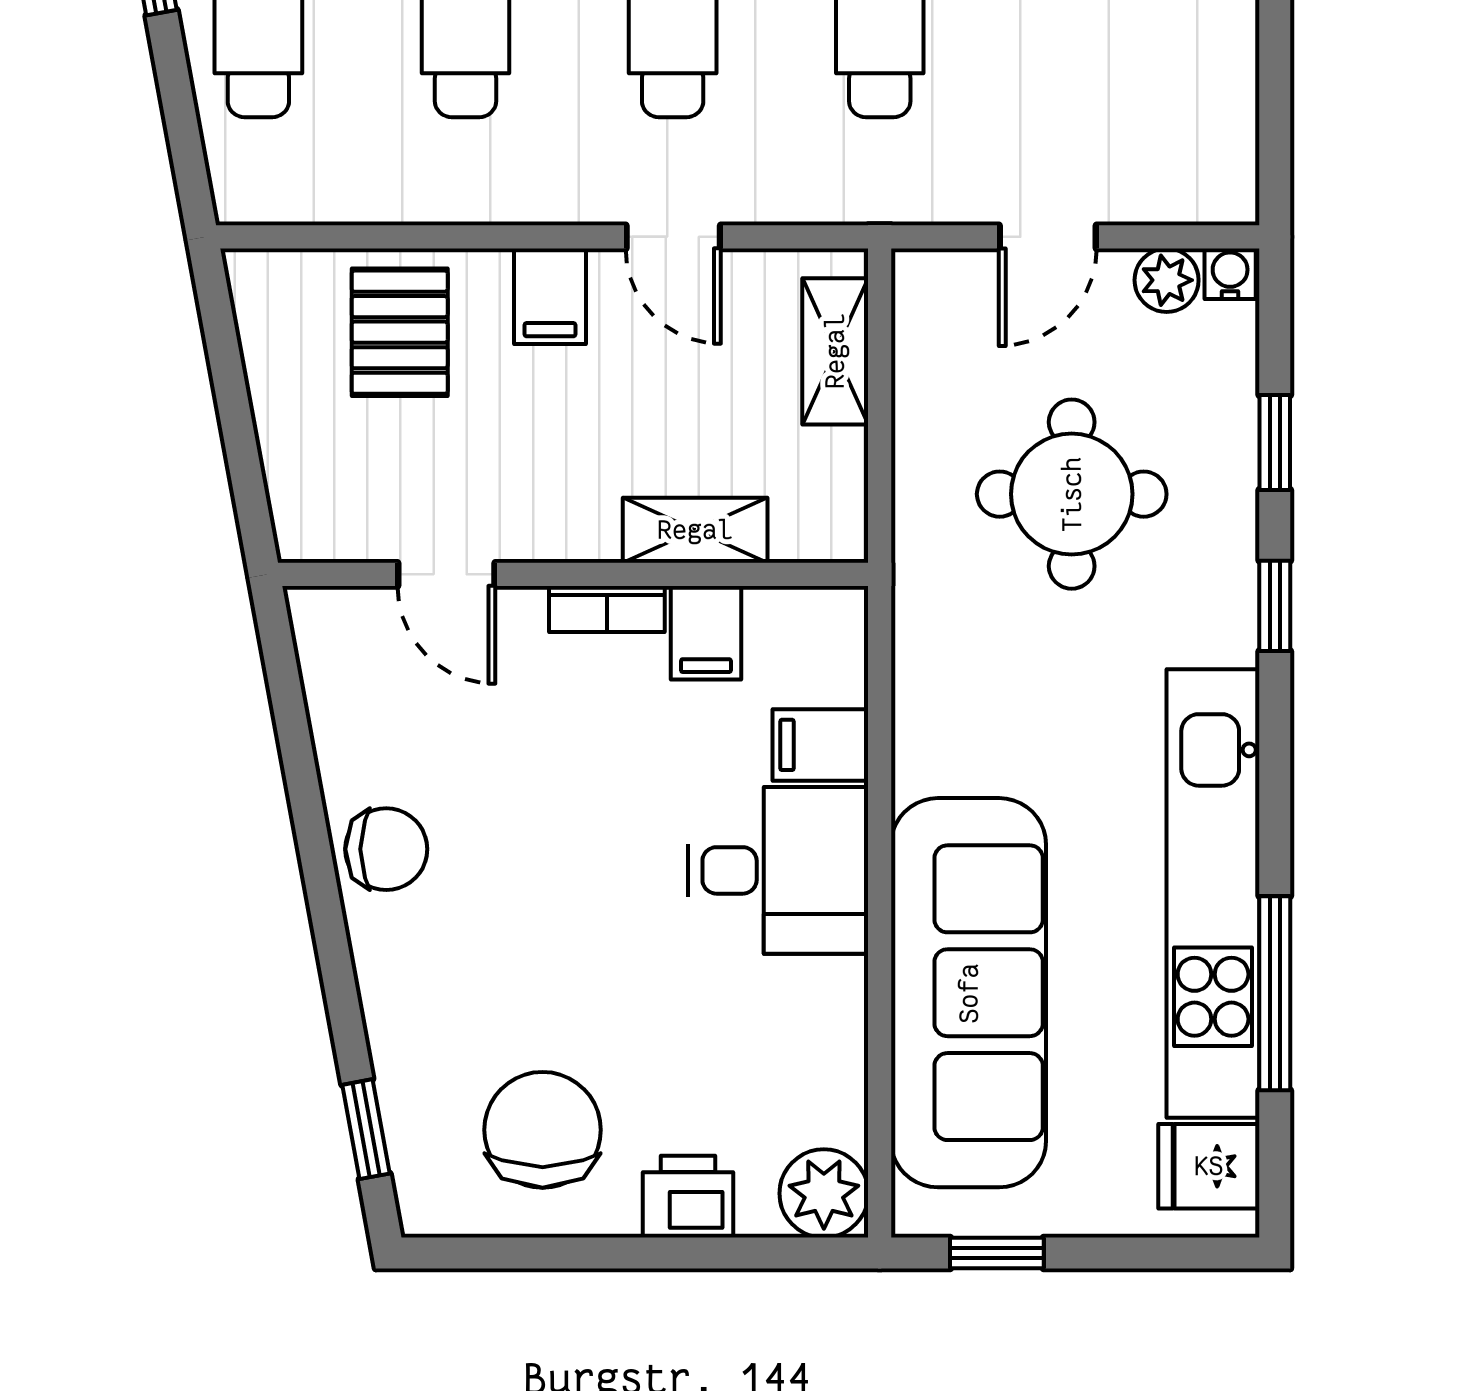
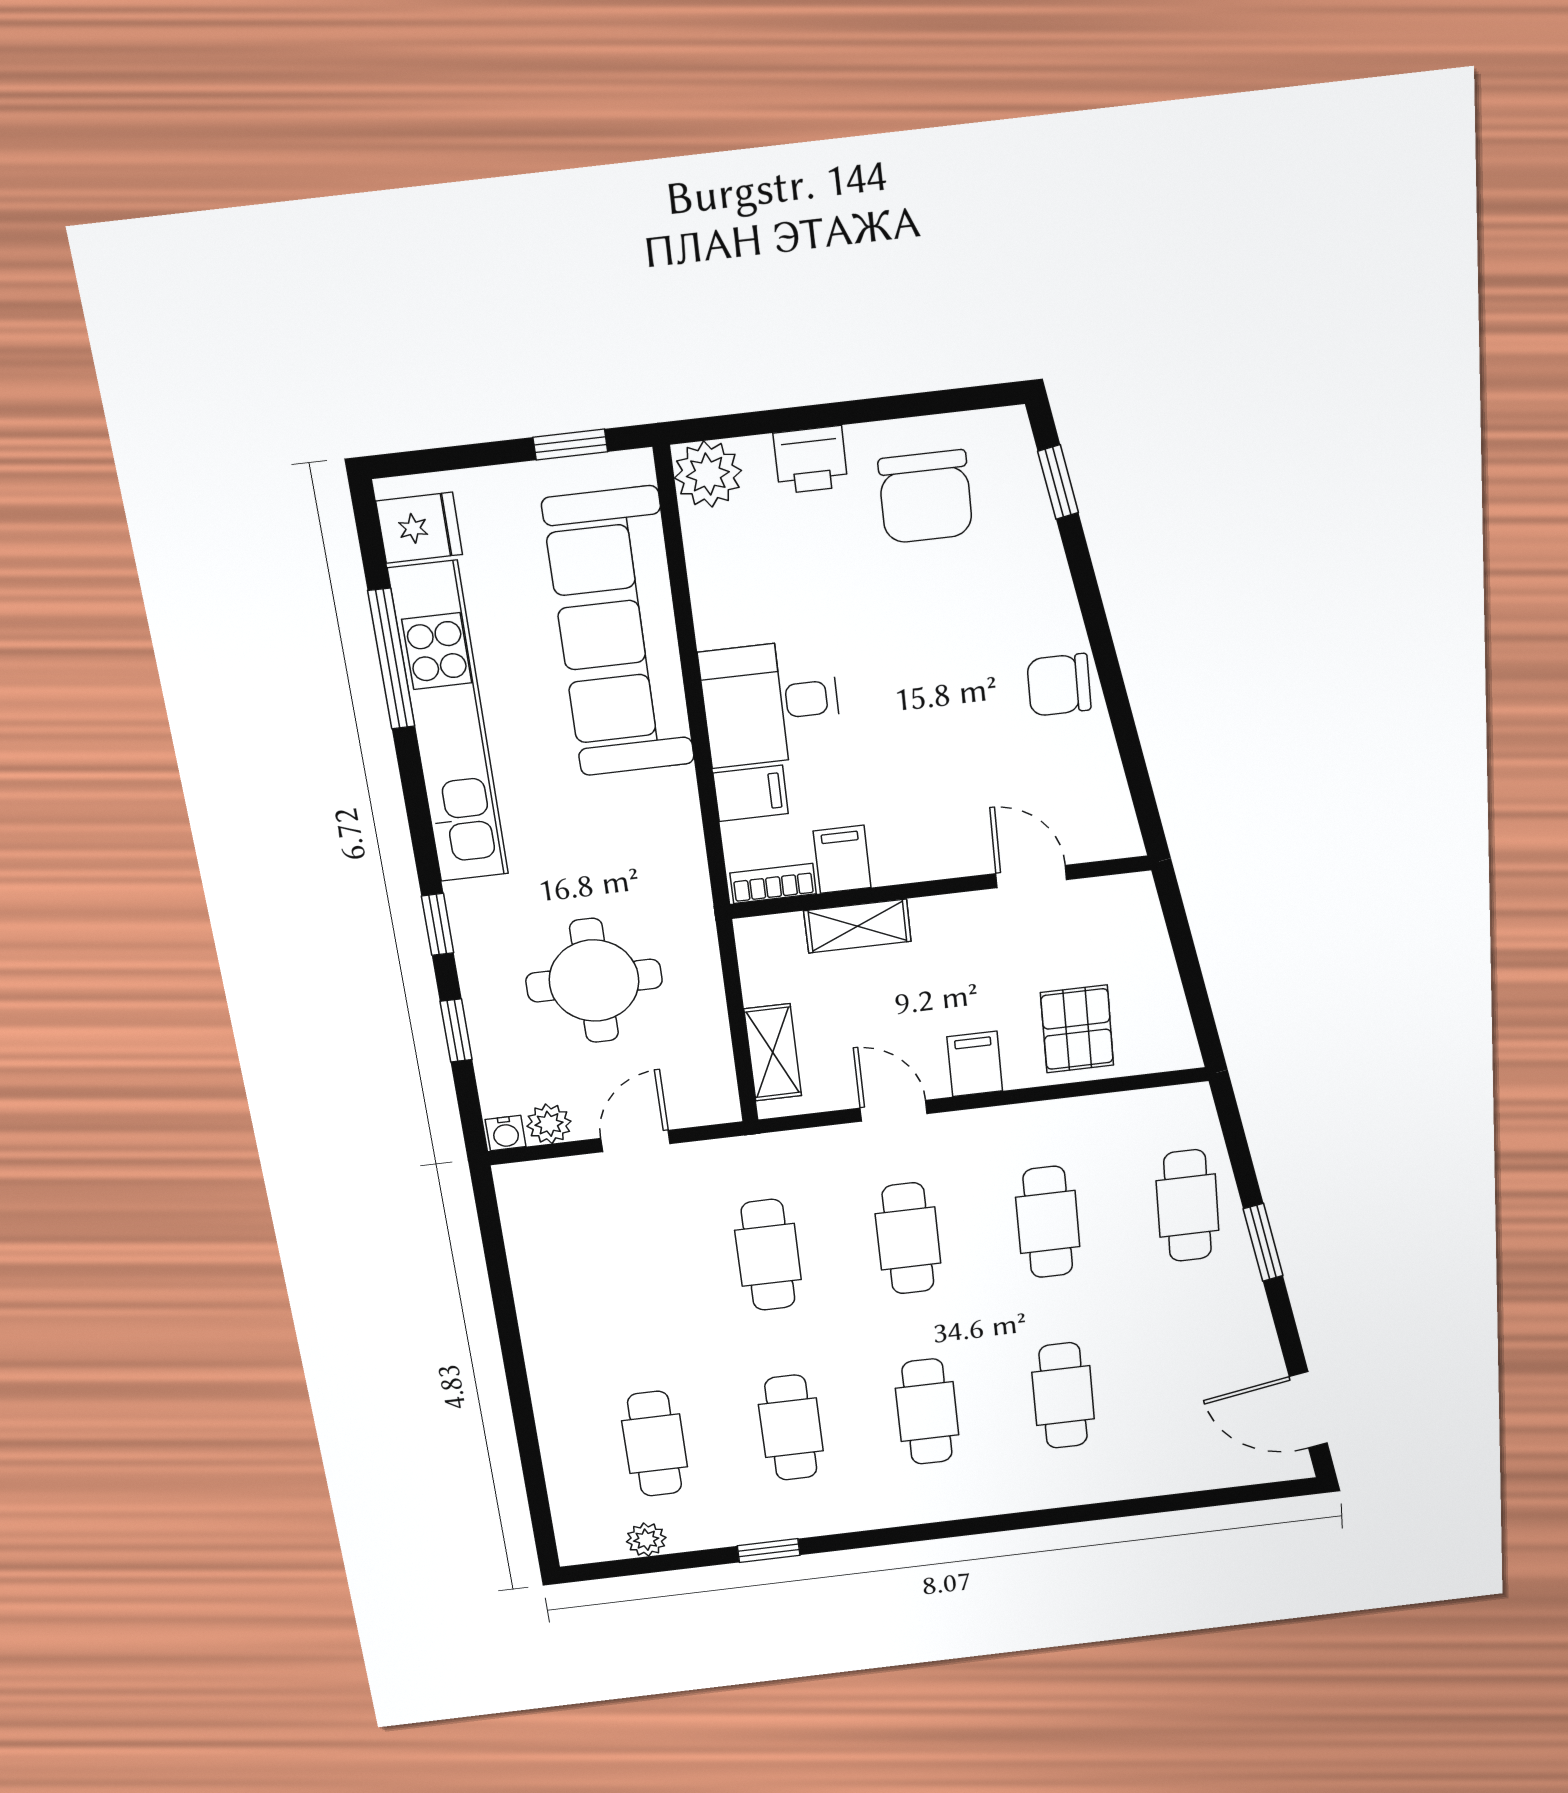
bookcase: (607, 609) -> (773, 883), moved

